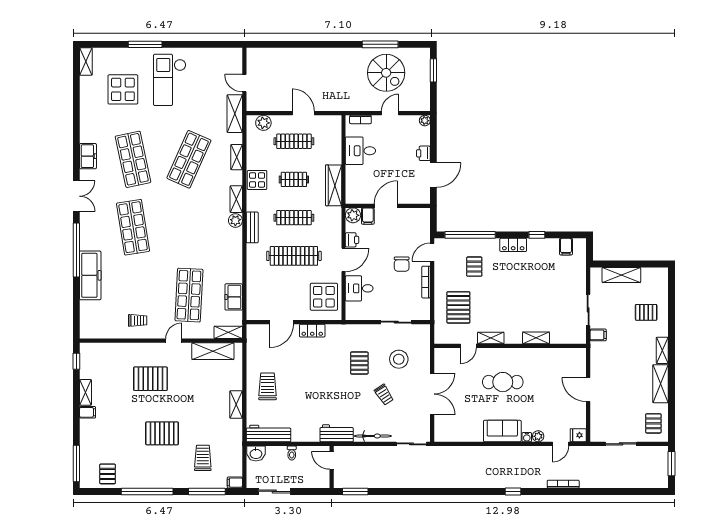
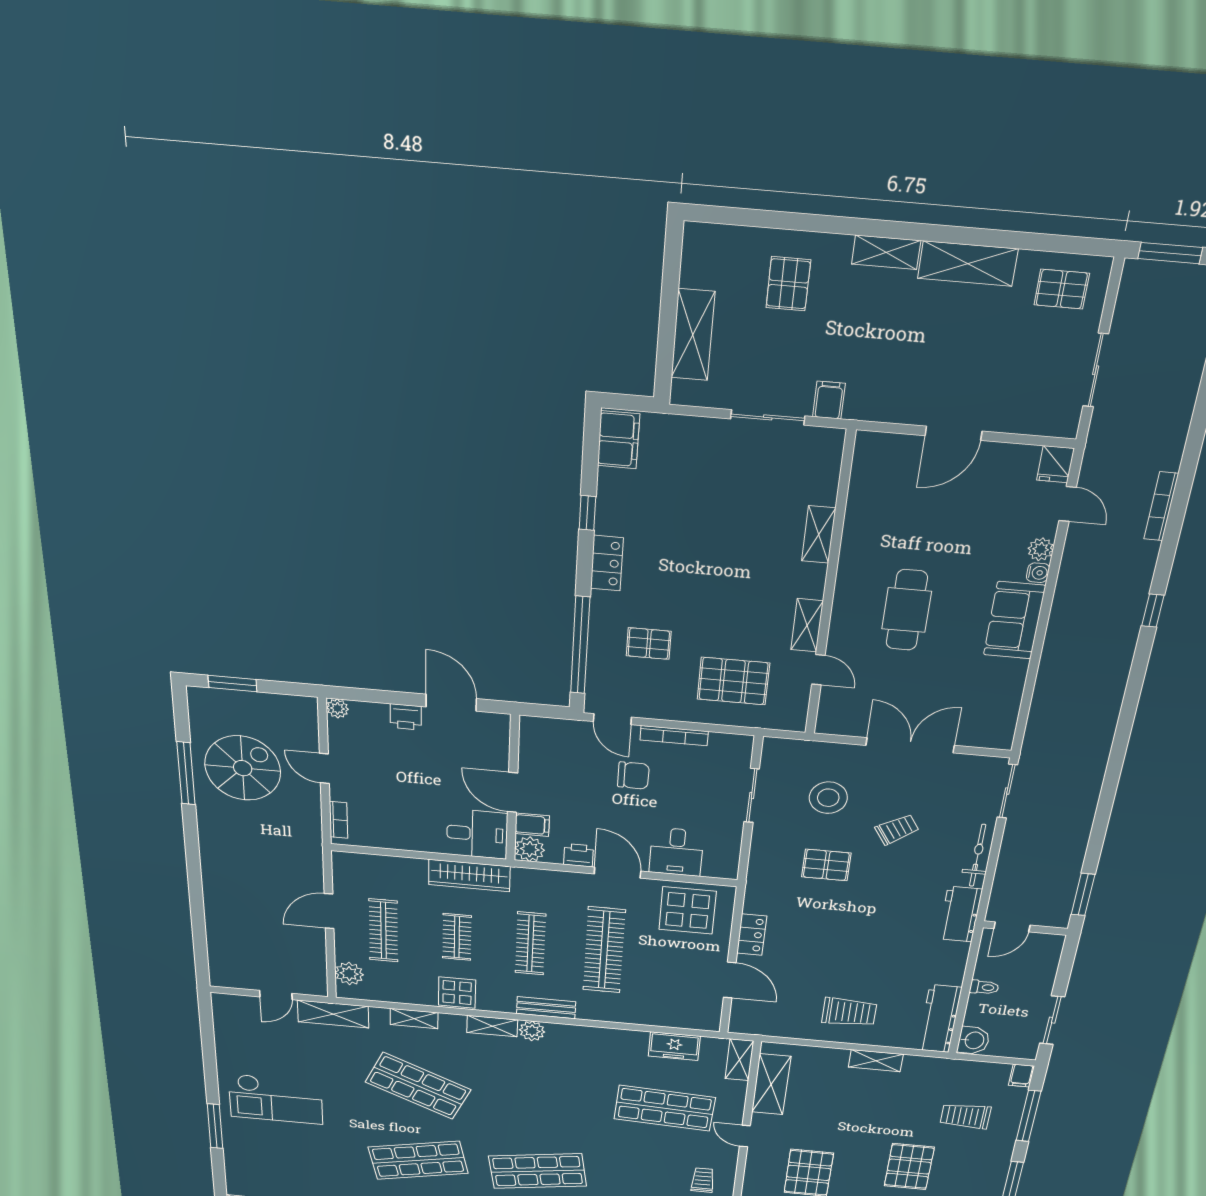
display table: (123, 89) -> (296, 1162), removed
desk: (360, 151) -> (477, 834), moved, turned -90
filing cabinet: (566, 247) -> (618, 440), width x2.00
trolley: (268, 386) -> (849, 1012), turned 180

